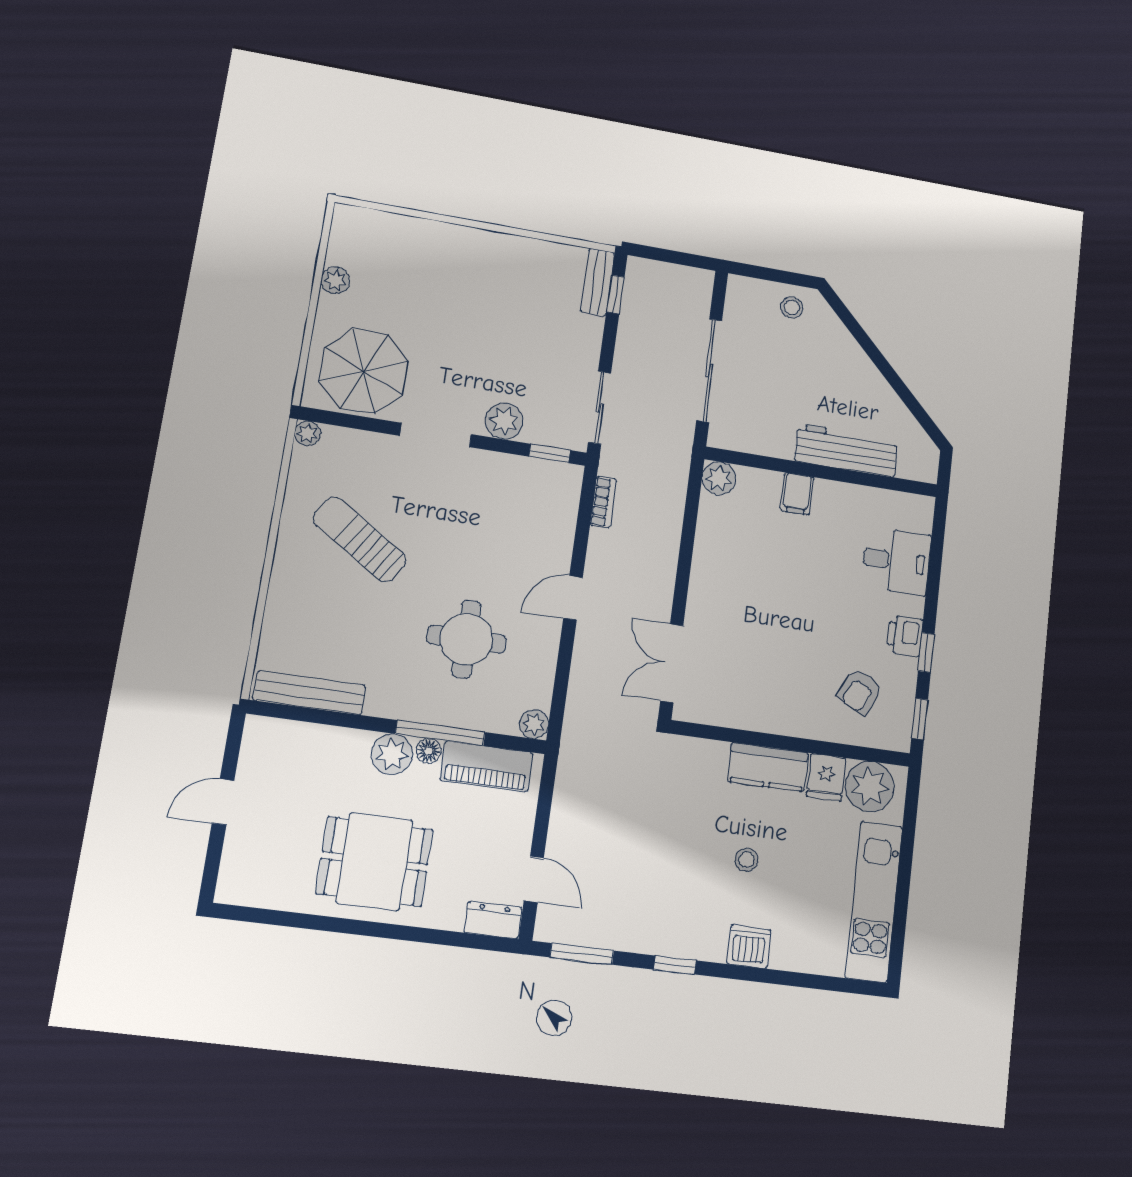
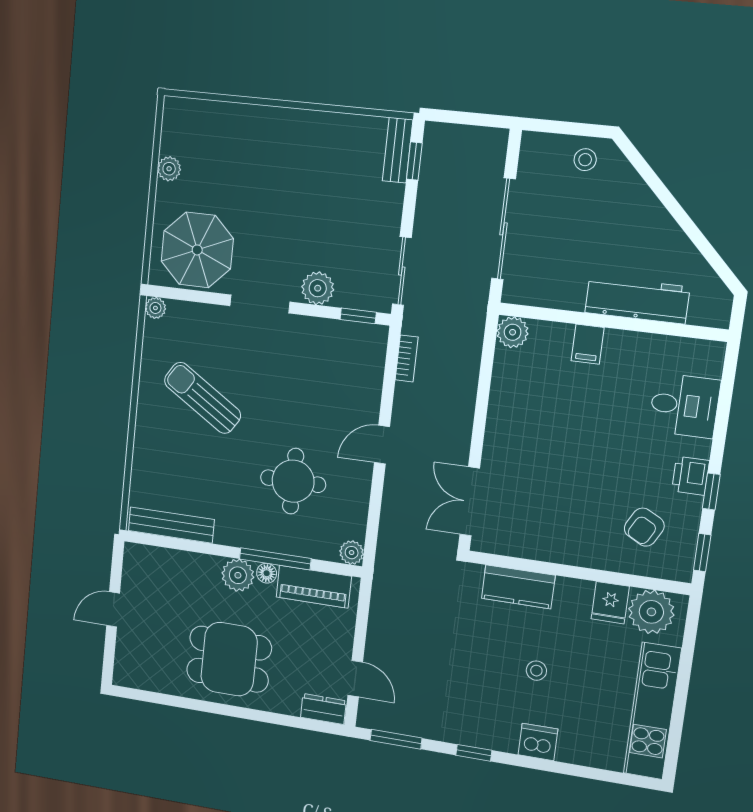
kitchen counter: (768, 767) -> (518, 587), moved

